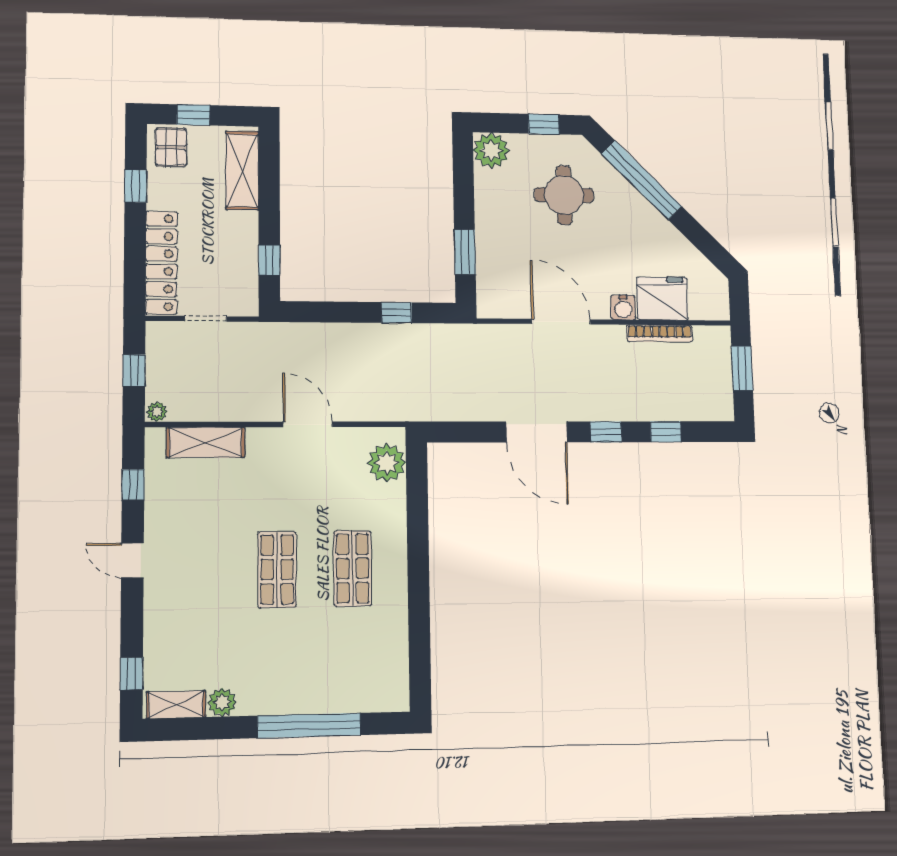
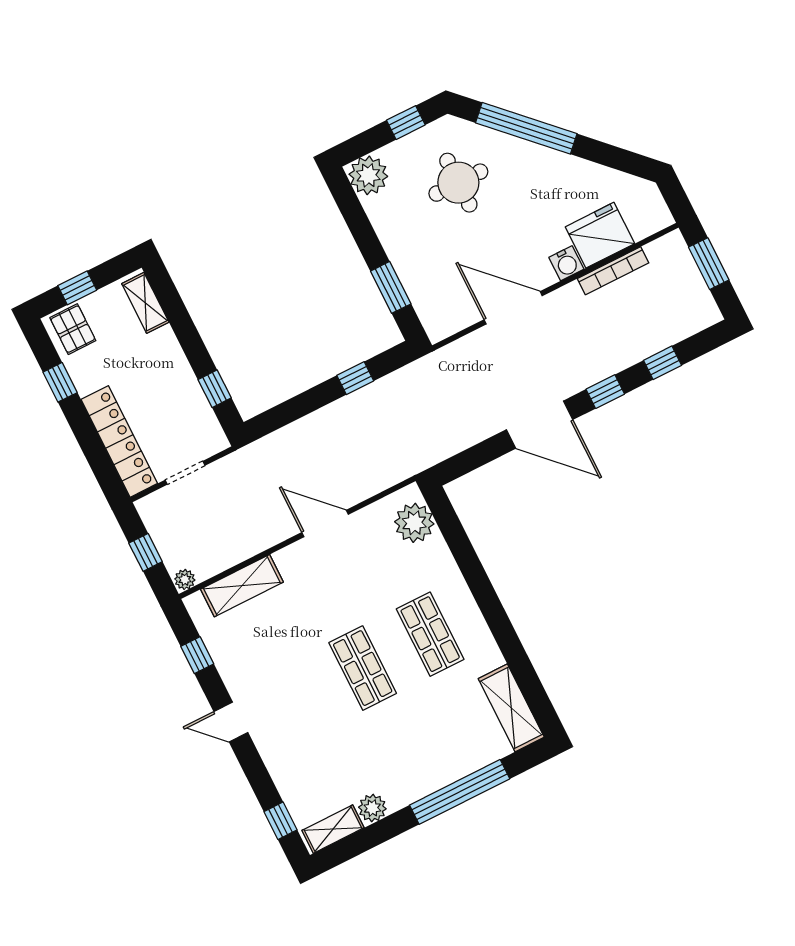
shelving: (242, 171) -> (145, 303), width x0.67, depth x0.75
shelving: (393, 670) -> (511, 708), added

